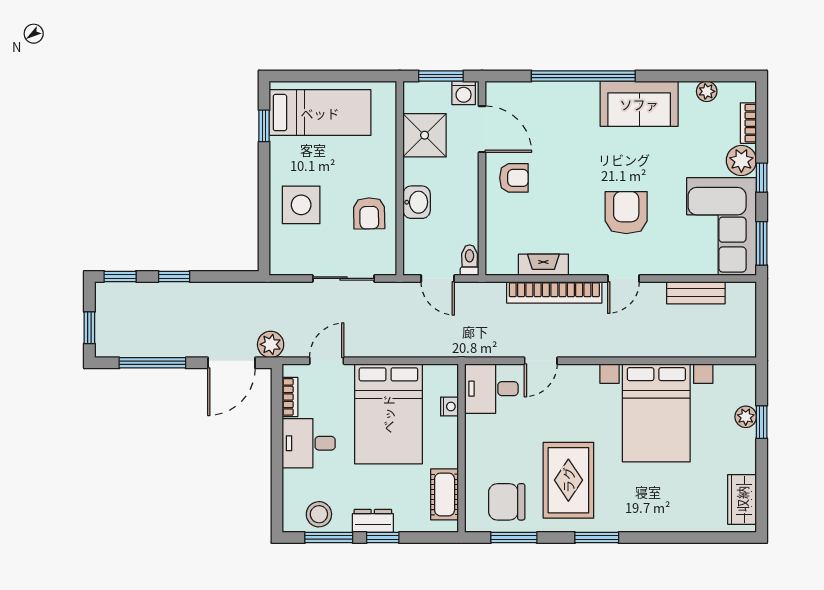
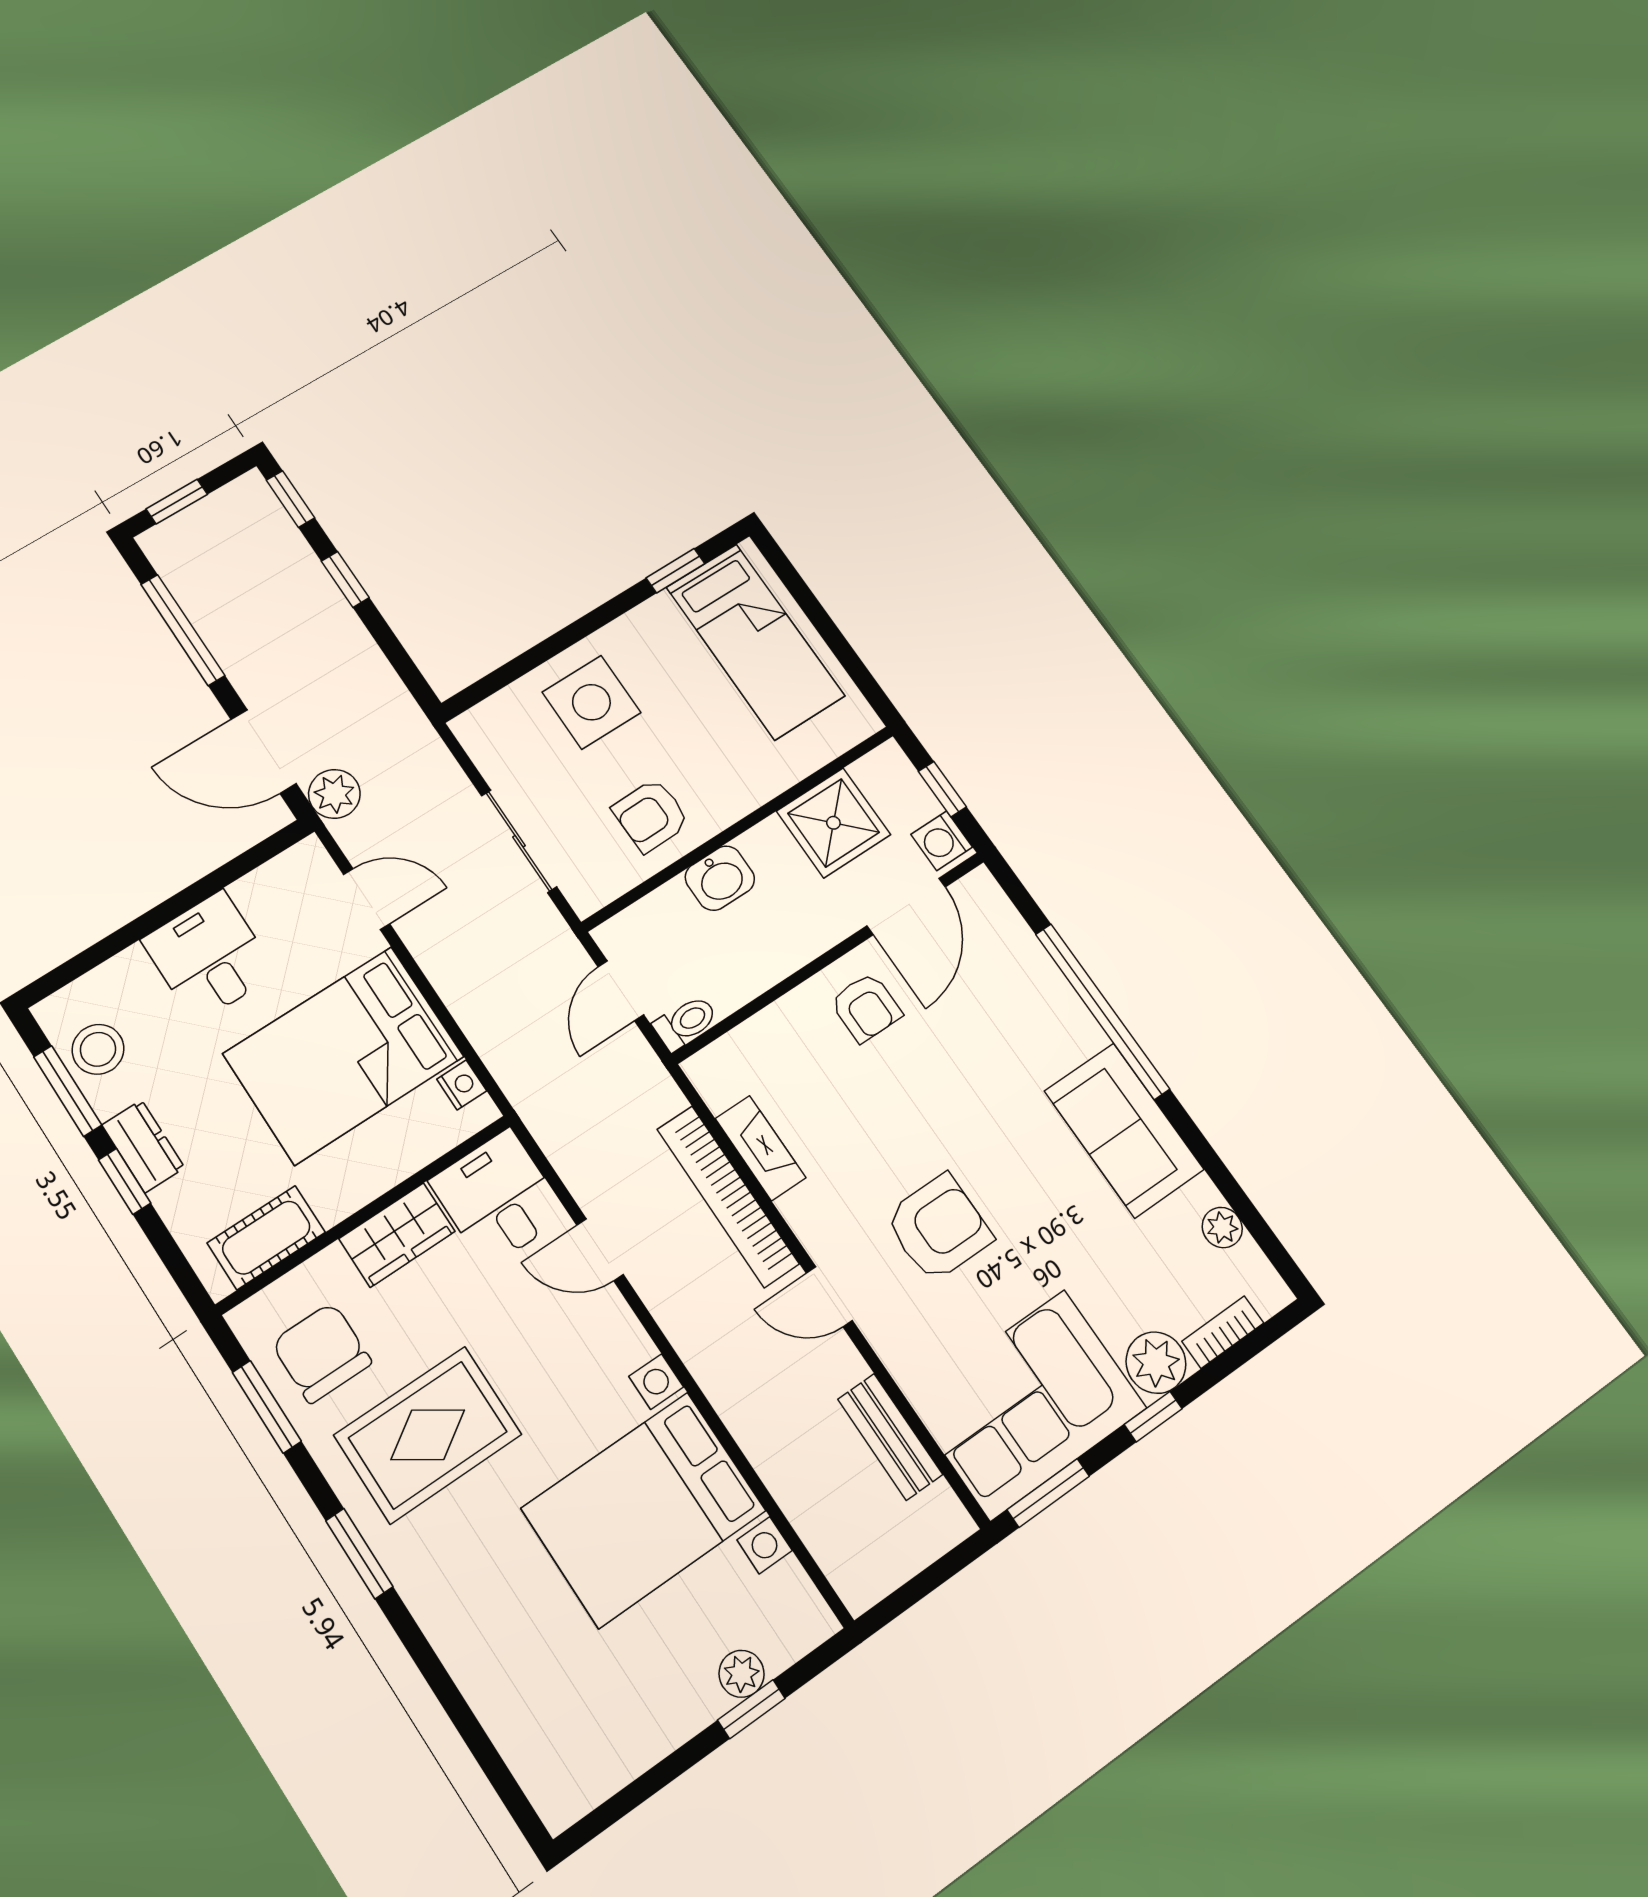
window: (441, 76) -> (942, 789), width x0.67
bookcase: (290, 397) -> (268, 878), removed
nightstand: (449, 406) -> (462, 1085), moved, turned -90
wardrobe: (742, 499) -> (397, 1235), moved, turned 180

